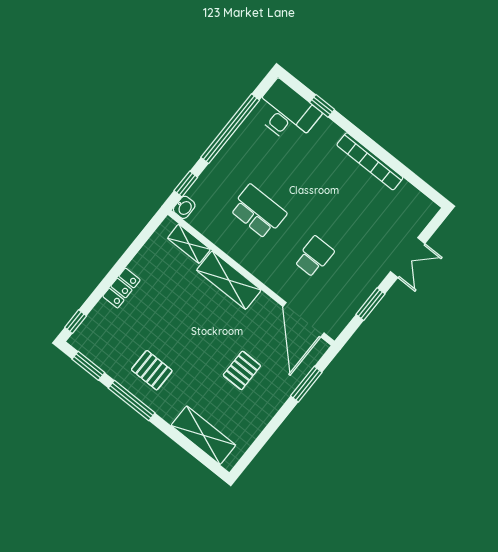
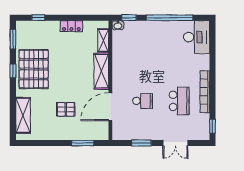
window: (322, 106) -> (212, 126), moved
school desk: (258, 212) -> (179, 101), moved
locker: (121, 288) -> (71, 26), moved
door: (304, 320) -> (110, 107), moved
window: (76, 322) -> (38, 18), moved
pallet: (152, 370) -> (34, 69), width x2.05, depth x2.00
window: (132, 401) -> (13, 71), width x0.46

